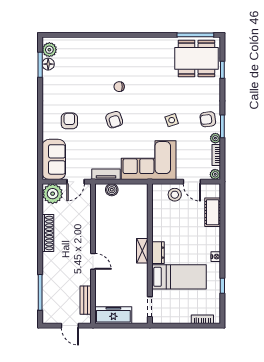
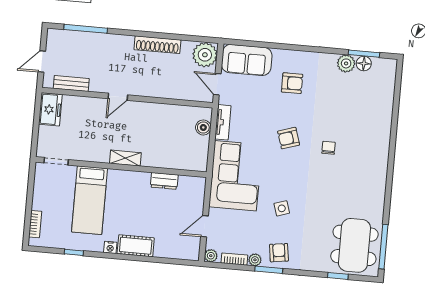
plant: (49, 50) -> (346, 63), moved
stool: (175, 195) -> (190, 204), removed
cot: (213, 212) -> (136, 246), moved
dresser: (158, 253) -> (164, 181), moved
freezer: (113, 315) -> (50, 109), width x0.71

